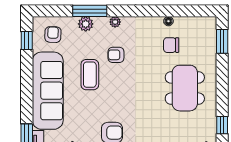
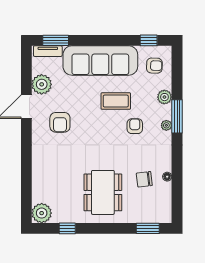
window: (90, 11) -> (177, 116), moved
chair: (171, 45) -> (144, 179), turned -97
dining table: (185, 88) -> (103, 192), turned 90

